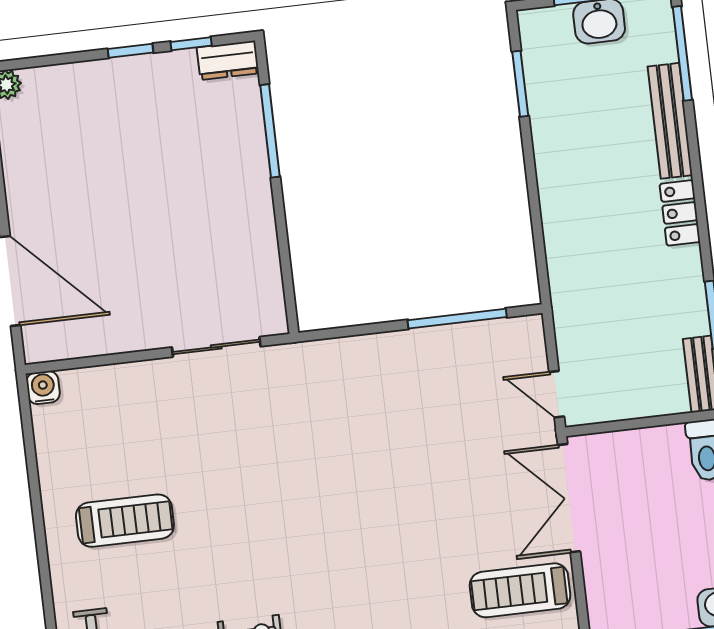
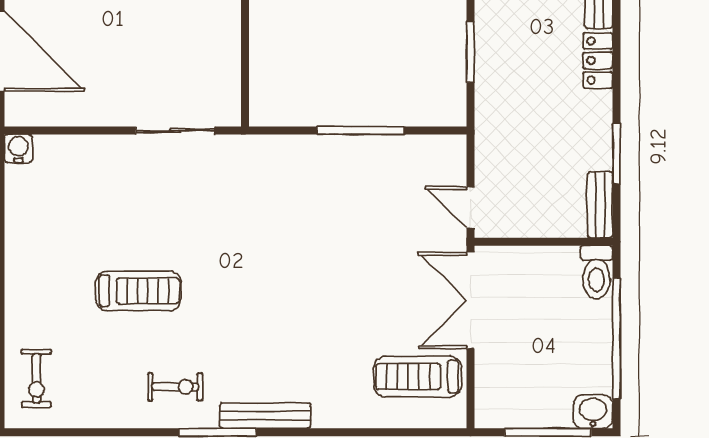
window: (536, 220) -> (470, 52), added
window: (457, 319) -> (361, 131), moved
treadmill: (125, 521) -> (138, 291), moved

